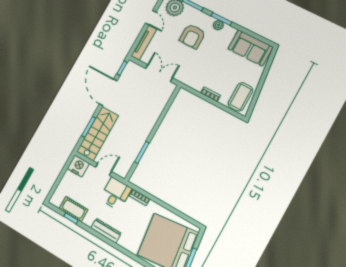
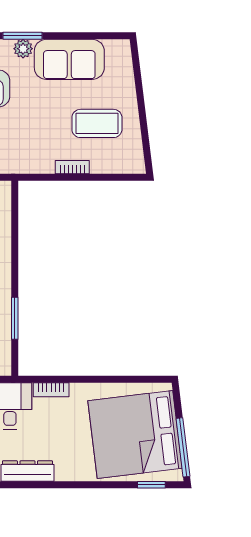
sofa: (251, 48) -> (69, 59), moved
coffee table: (241, 97) -> (97, 123), moved, turned 90

